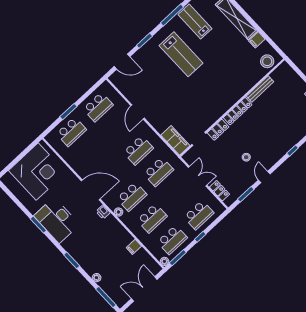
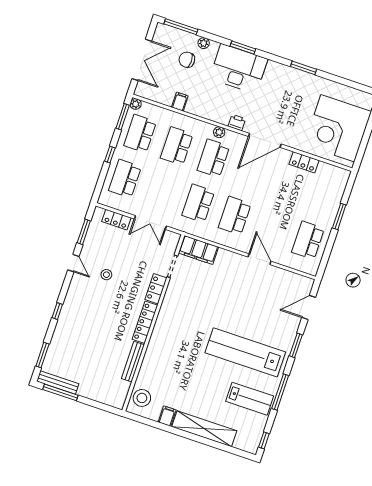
lab bench: (181, 54) -> (245, 352), width x1.36
school desk: (71, 132) -> (323, 195), removed
locker: (72, 161) -> (304, 162), added
desk: (57, 220) -> (239, 69), moved
chair: (114, 273) -> (187, 60), added

